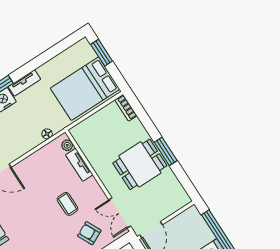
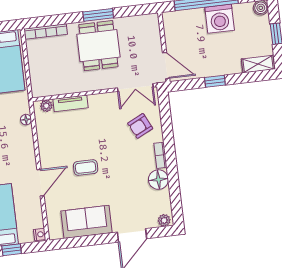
bookcase: (126, 108) -> (46, 31), width x1.56
coffee table: (67, 204) -> (86, 168), moved

